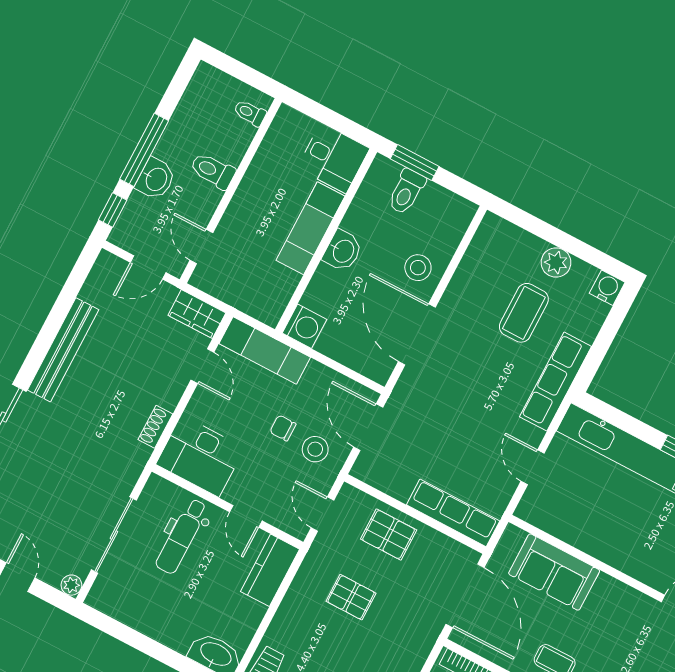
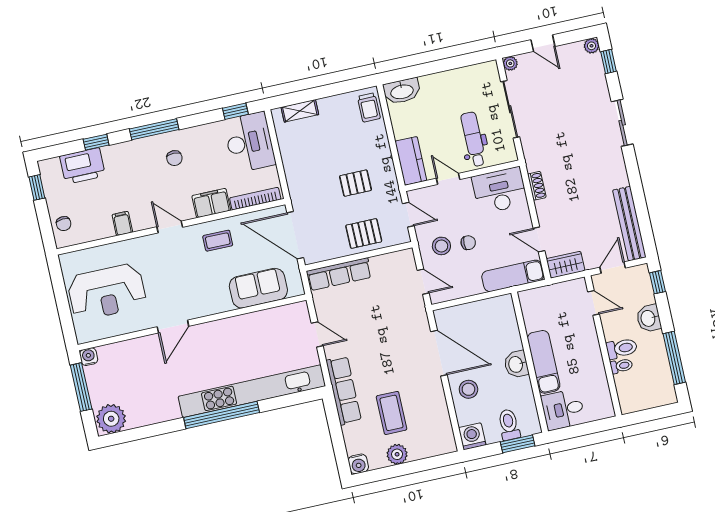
toilet: (250, 113) -> (621, 366), moved
window: (144, 150) -> (674, 358), moved
washing machine: (304, 326) -> (472, 436), moved, turned 90
bench: (63, 350) -> (629, 224), moved
door: (368, 427) -> (423, 282), width x0.73

